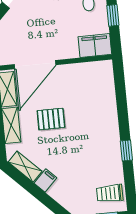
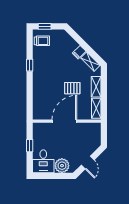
filing cabinet: (95, 46) -> (42, 129), removed
door: (35, 65) -> (64, 121), moved

